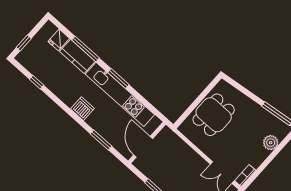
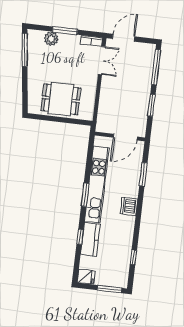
fridge: (59, 40) -> (86, 277), moved
window: (24, 43) -> (110, 289), width x1.50
window: (86, 49) -> (80, 237), width x0.46
window: (269, 159) -> (65, 31), added

